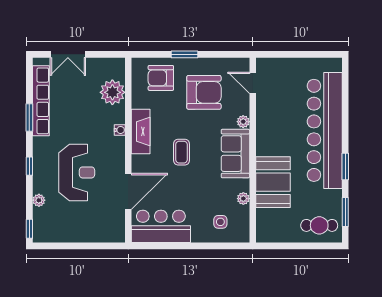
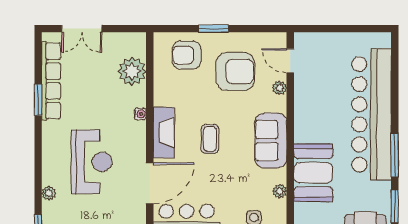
plant: (243, 122) -> (280, 88), moved
fireplace: (141, 131) -> (164, 133), moved
window: (29, 166) -> (38, 155), removed
window: (345, 166) -> (395, 155), width x1.44

